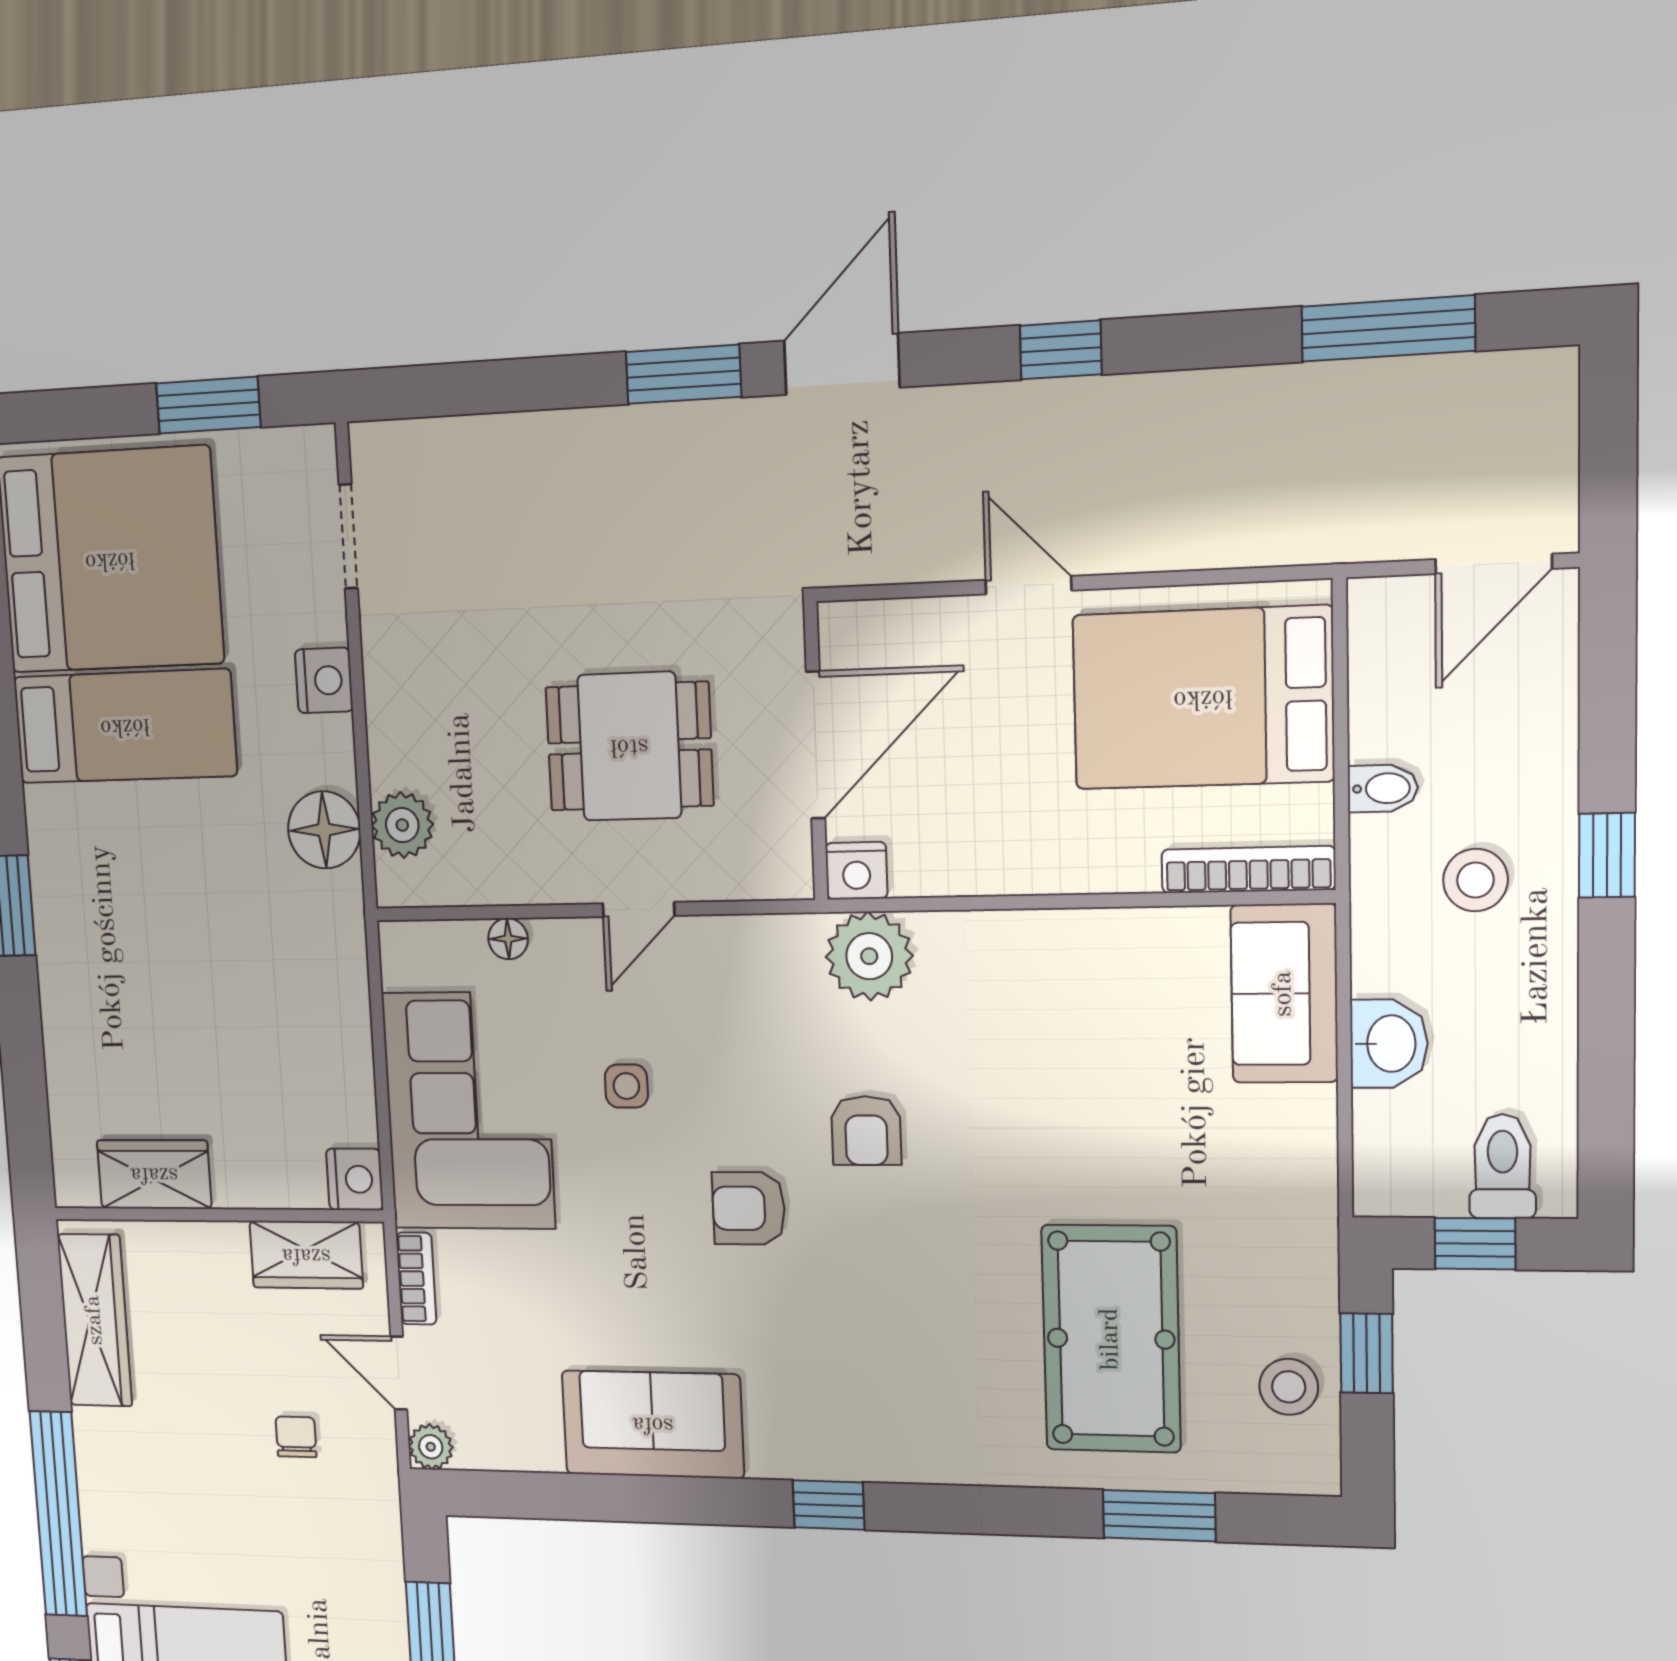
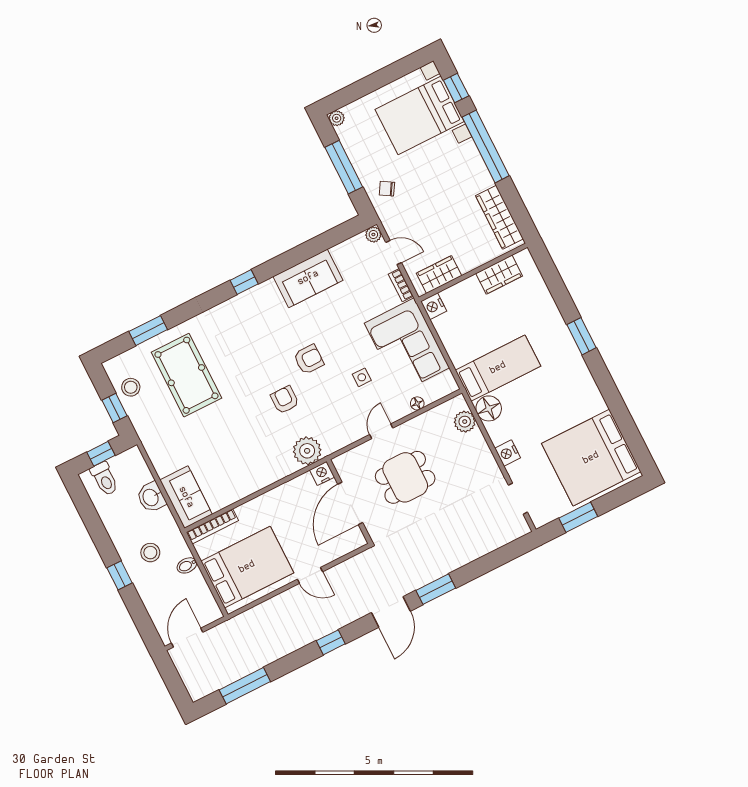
bed: (125, 726) -> (498, 368), moved, turned 180
chair: (296, 1437) -> (387, 189), moved, turned 121

